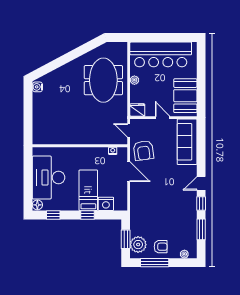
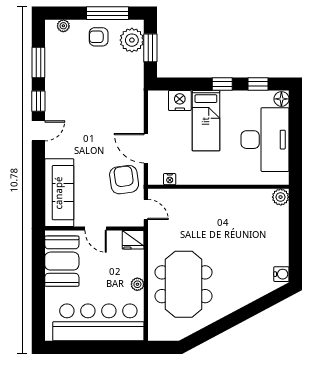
plant: (38, 139) -> (281, 197), added
window: (87, 215) -> (222, 84), moved

